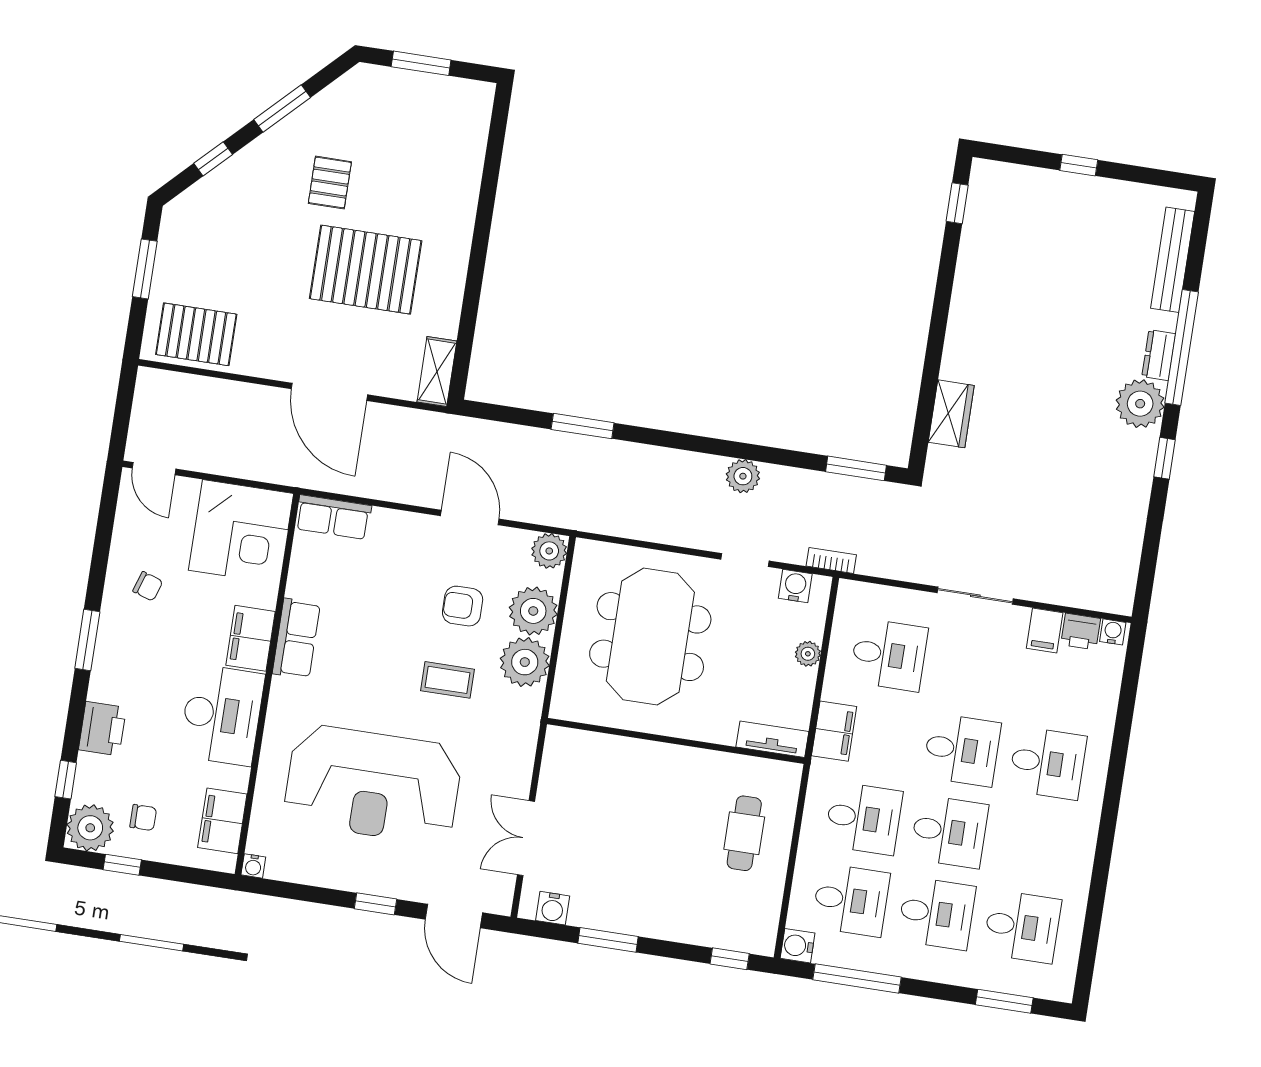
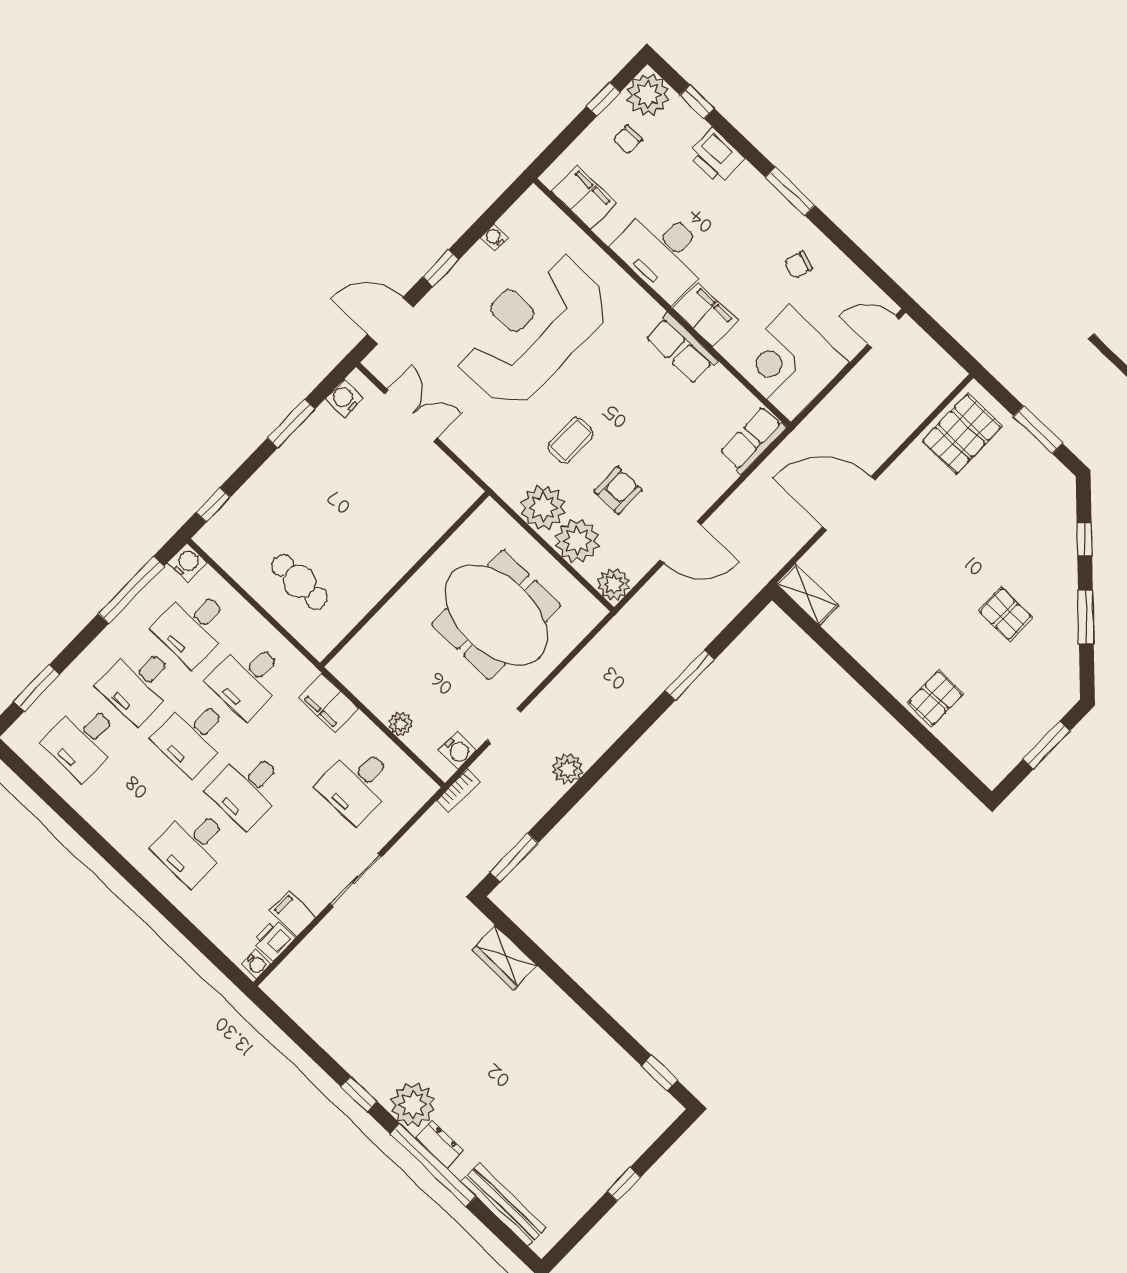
pallet: (366, 270) -> (935, 698), moved, width x0.49, depth x0.50
tv unit: (772, 739) -> (355, 652), removed
water cooler: (253, 866) -> (494, 237), moved

